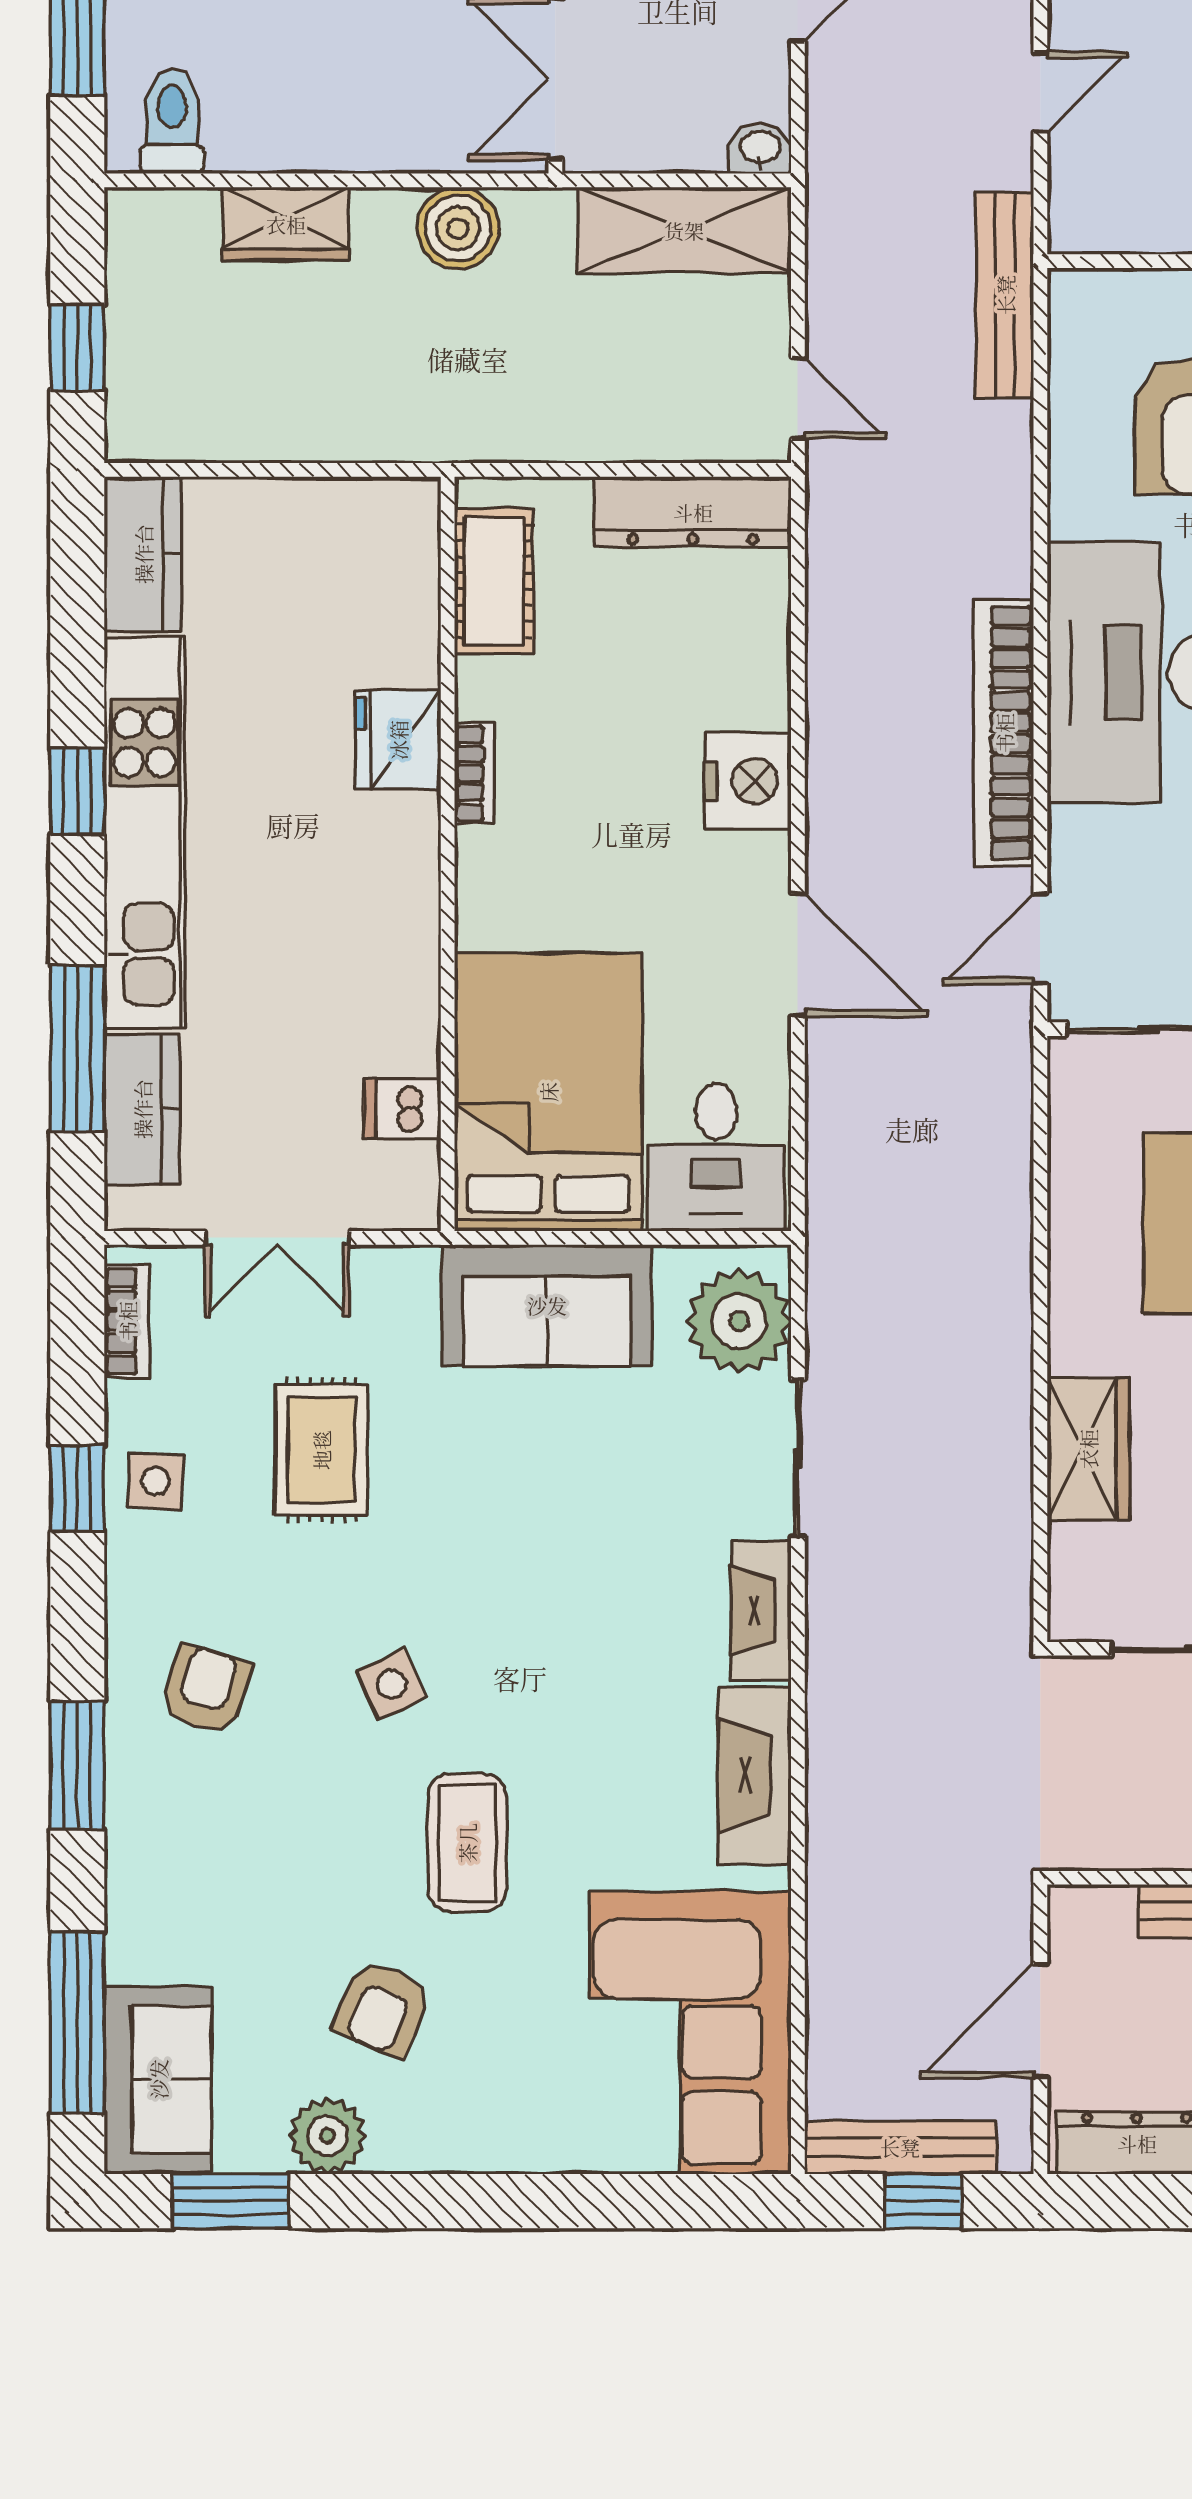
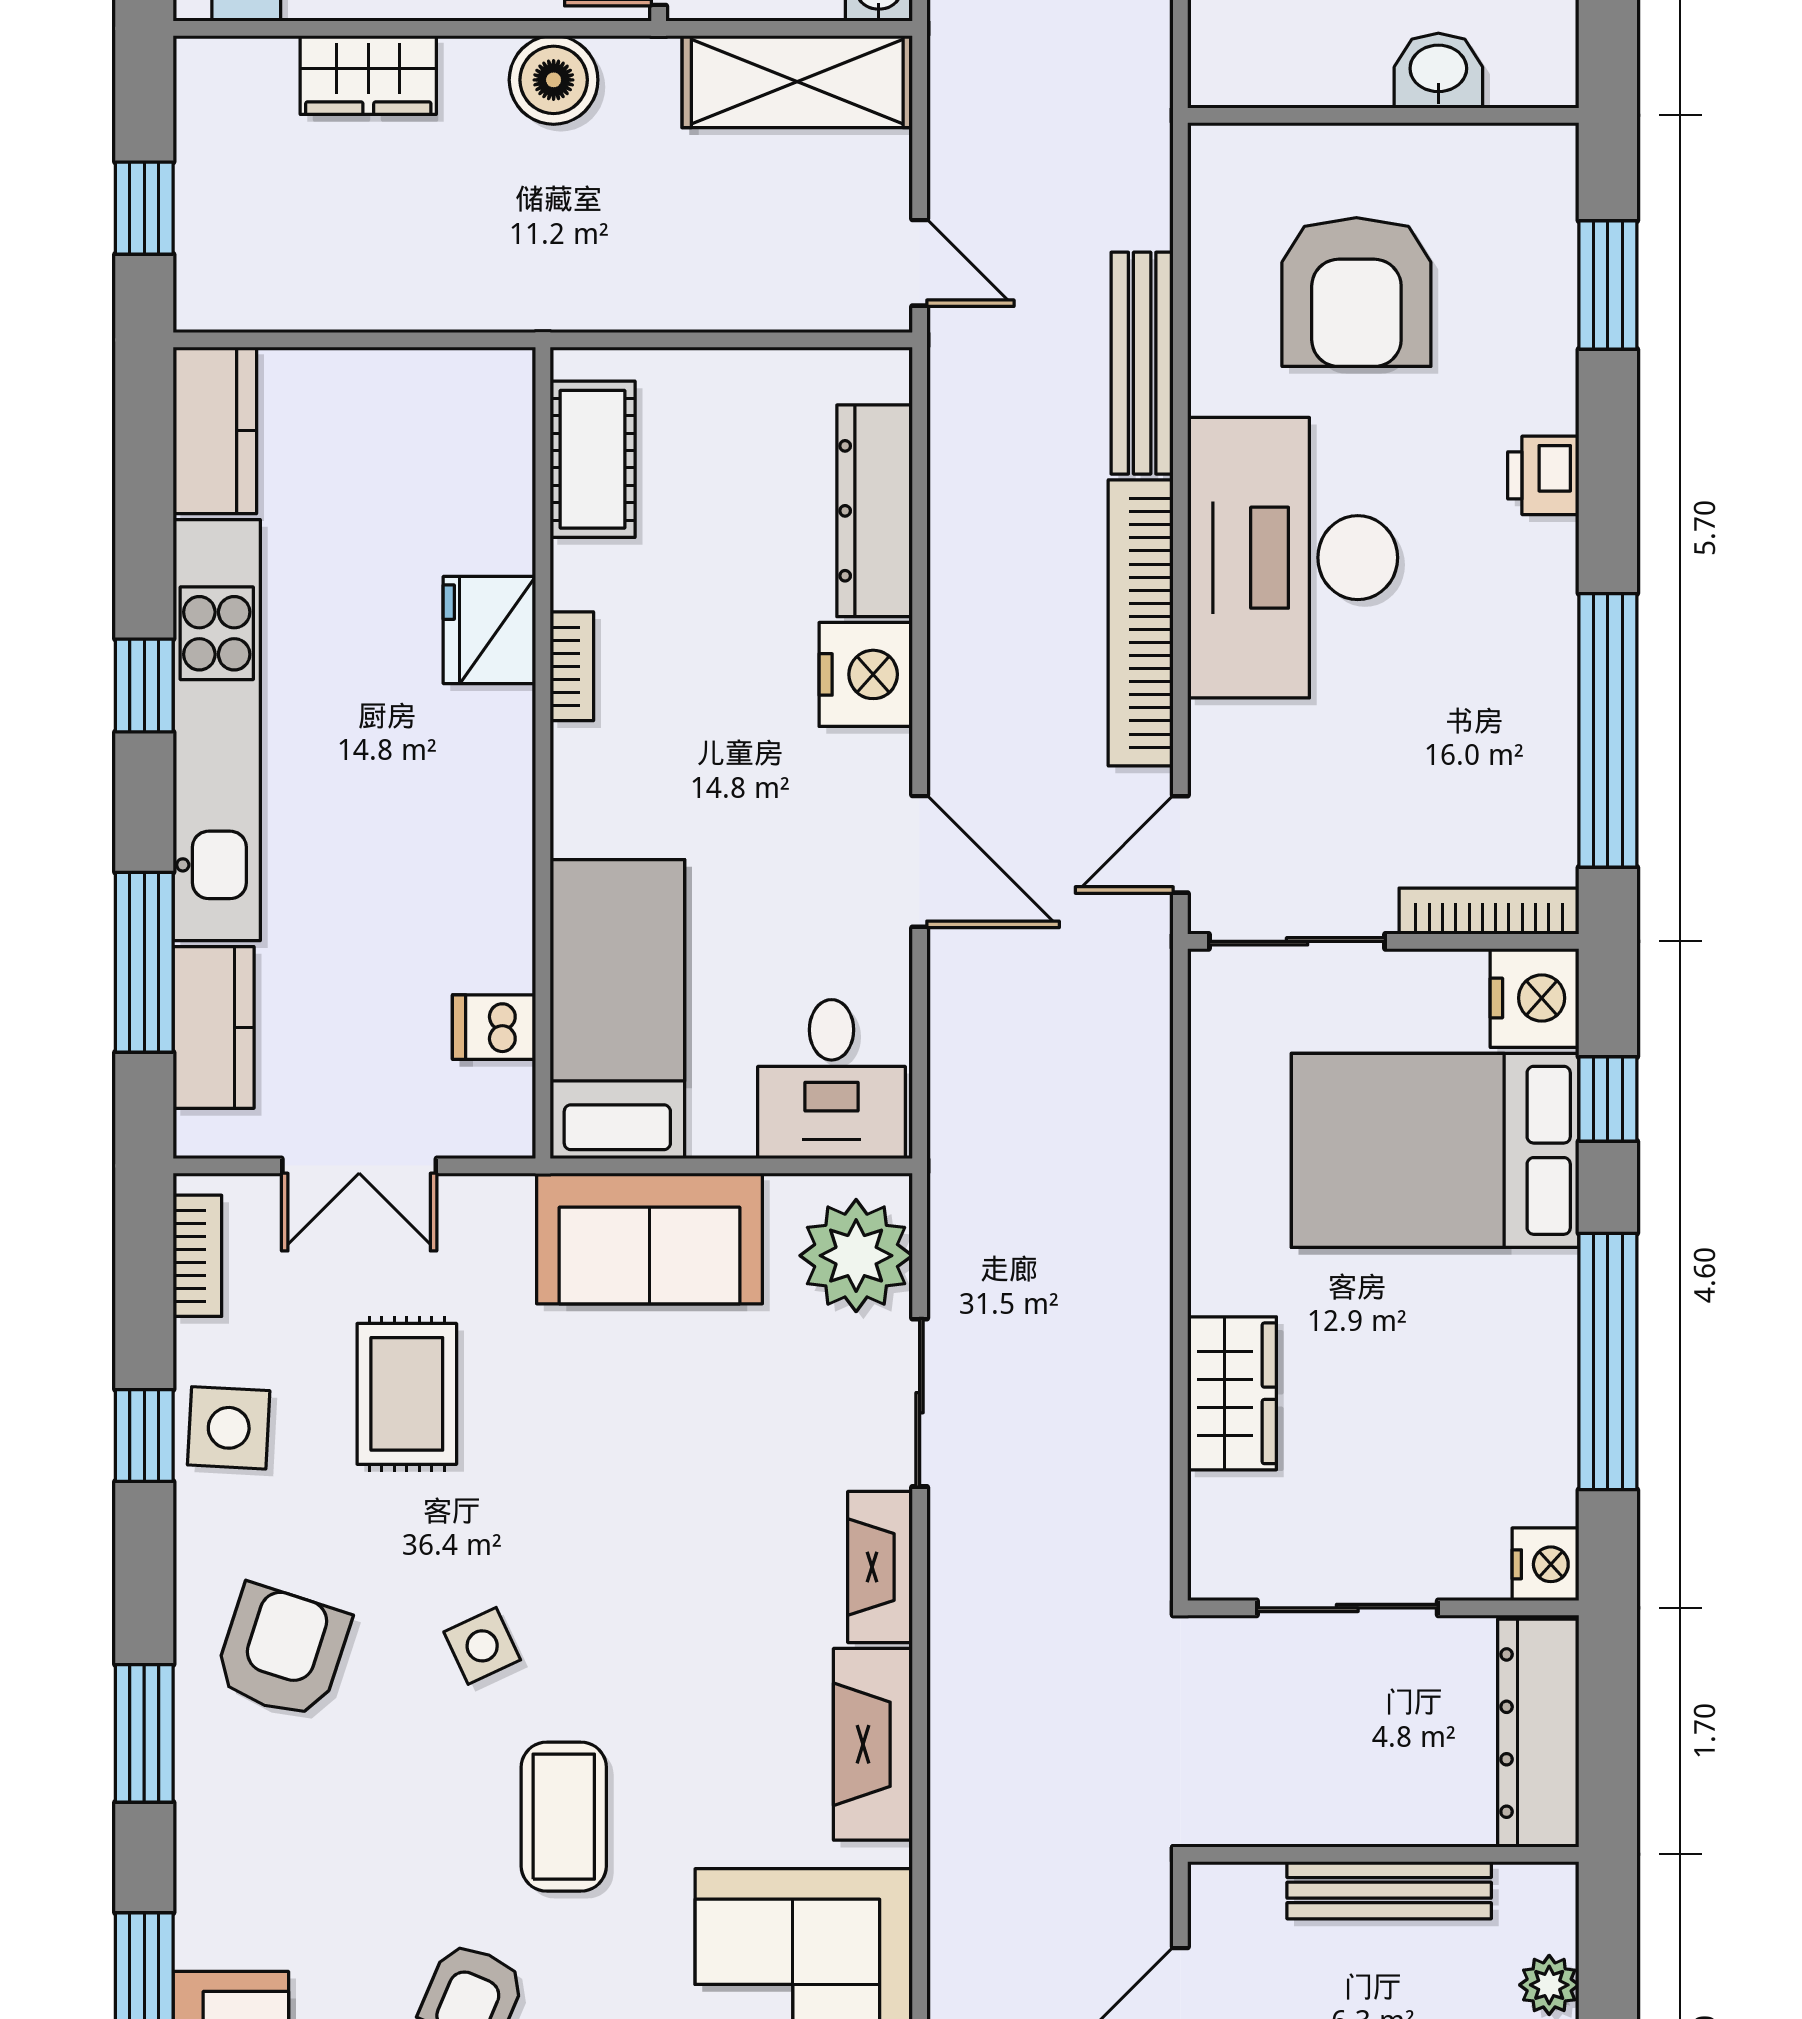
bench: (1005, 295) -> (1142, 363), moved
dresser: (693, 512) -> (875, 511), moved, turned 90
bed: (548, 1092) -> (617, 1009), width x0.67
side table: (156, 1481) -> (229, 1428), width x1.37, depth x1.37
armchair: (205, 1689) -> (282, 1652), width x1.38, depth x1.38

